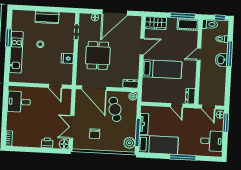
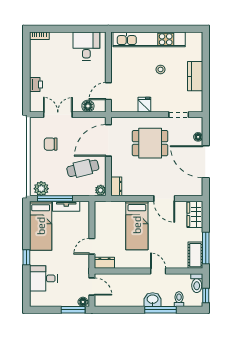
window: (8, 38) -> (167, 29), removed
kitchen unit: (16, 52) -> (149, 39), width x1.36
door: (208, 107) -> (92, 287), swing flipped
desk: (212, 141) -> (43, 278), moved, turned 90
floor lamp: (64, 144) -> (88, 106), moved
window: (183, 157) -> (26, 257), width x0.46

